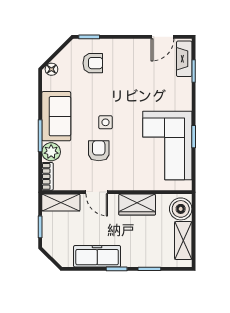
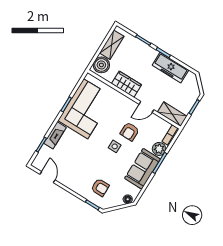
door: (162, 37) -> (48, 177), hinge flipped
fireplace: (184, 59) -> (55, 135), moved
armchair: (93, 63) -> (100, 187), turned 180
door: (97, 192) -> (146, 107), swing flipped

